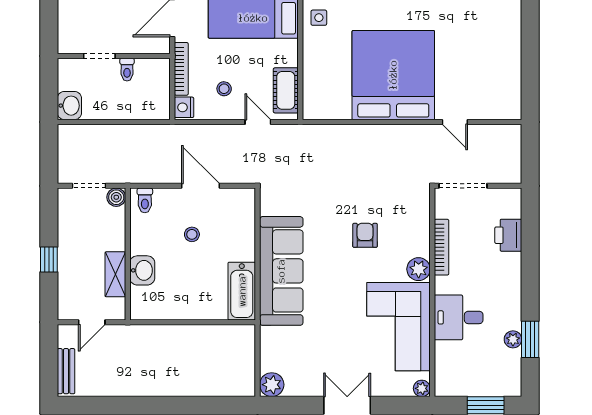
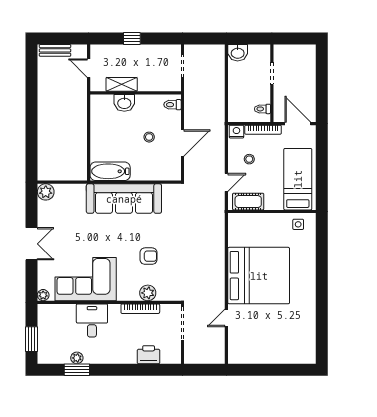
toilet: (127, 70) -> (262, 109), moved
boiler: (116, 197) -> (175, 85), removed
plant: (419, 269) -> (148, 293), moved

